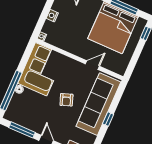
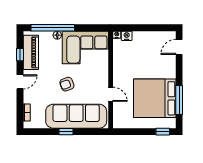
nightstand: (52, 16) -> (127, 36), moved
piano: (24, 119) -> (31, 52), added
window: (22, 130) -> (20, 55), width x0.46

